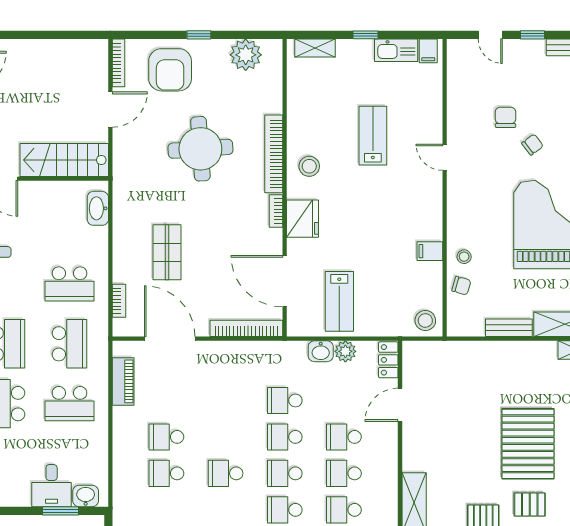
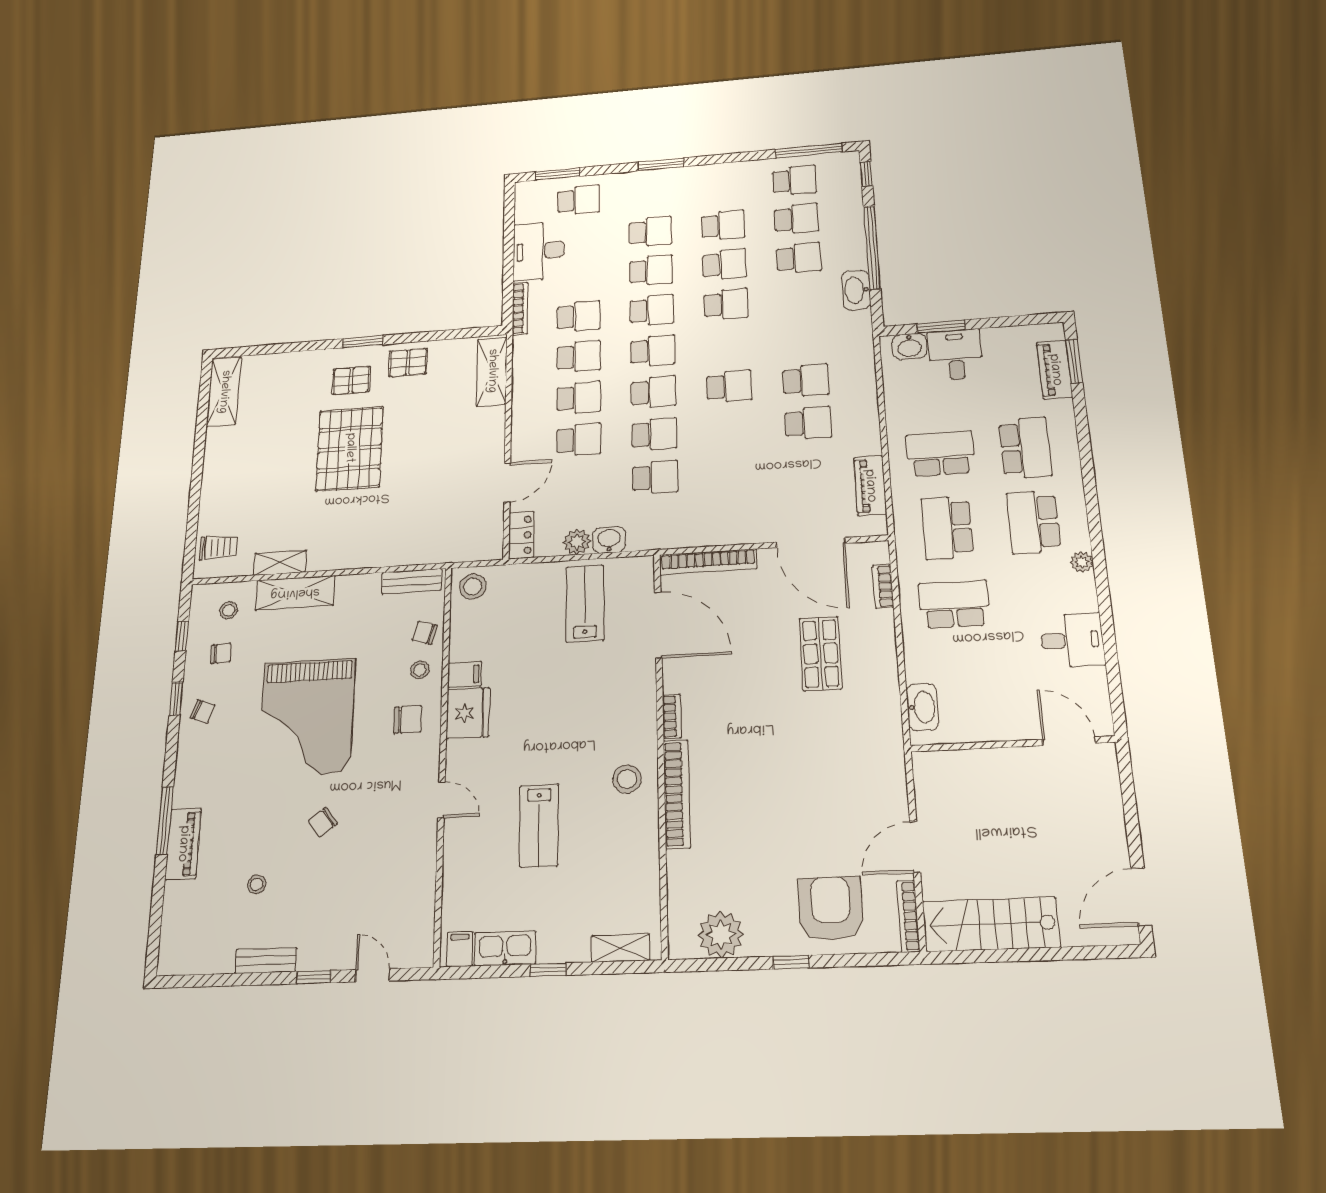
chair: (505, 117) -> (408, 720), moved, turned -90
round table: (200, 149) -> (781, 796), removed
stairs: (64, 160) -> (991, 924), moved, turned 180
fridge: (302, 219) -> (468, 713), moved, turned 180
bench: (509, 328) -> (412, 581), moved

